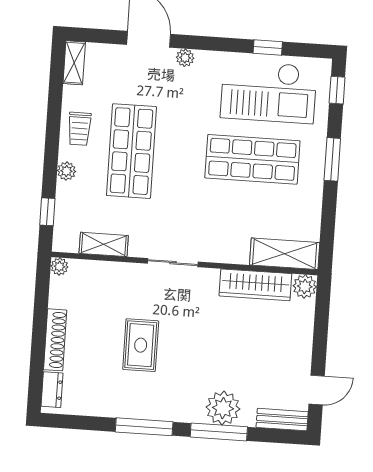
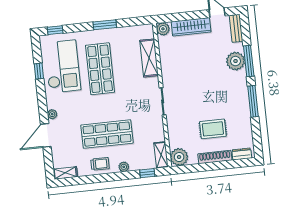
window: (332, 159) -> (105, 25), moved
shelving: (104, 244) -> (161, 155), moved
shelving: (285, 254) -> (149, 58), moved
plant: (59, 267) -> (179, 157), width x1.88, depth x1.88
wardrobe: (255, 285) -> (191, 27), moved, turned 90
rug: (141, 345) -> (213, 129), moved

